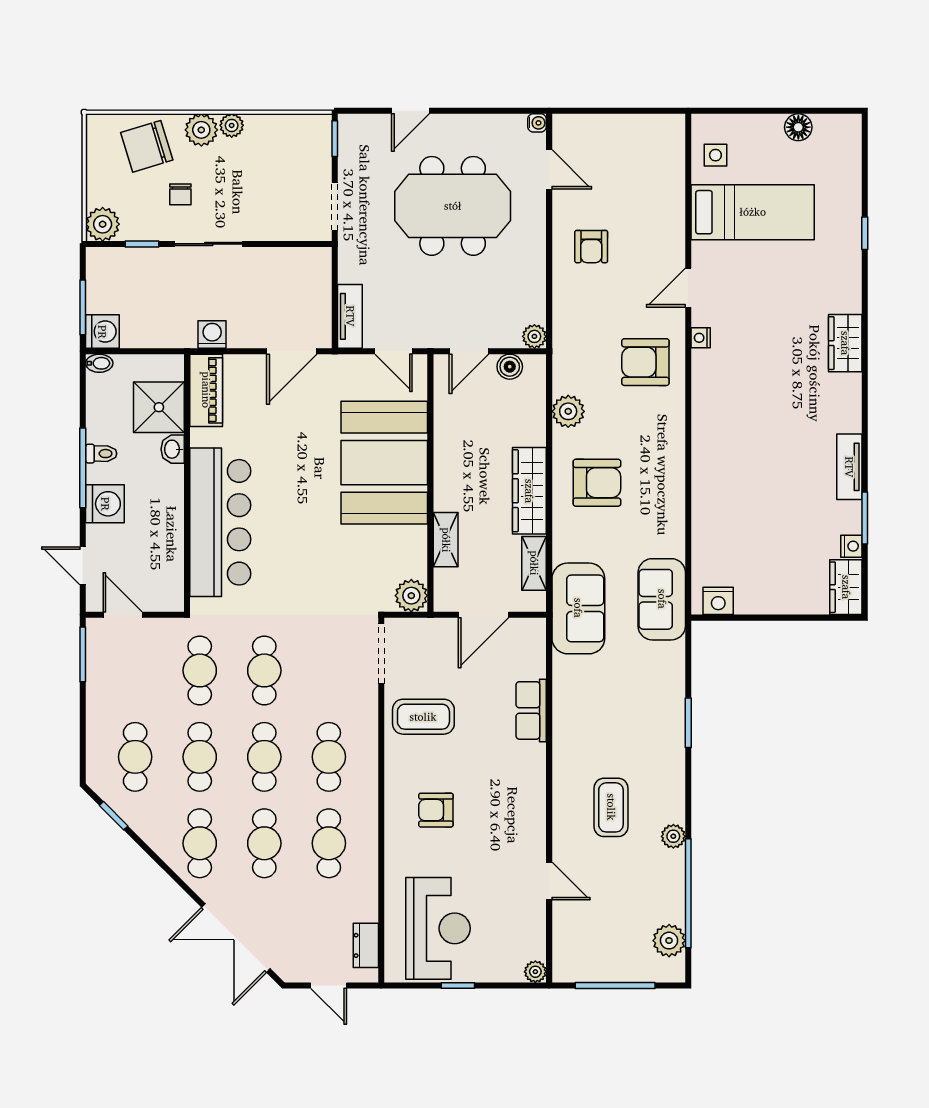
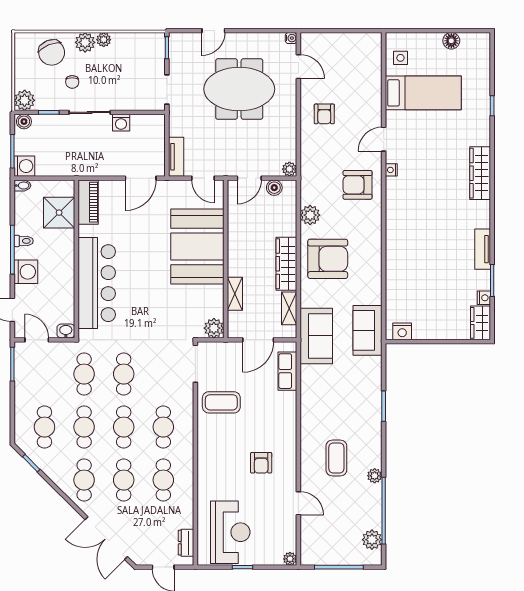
chair: (147, 146) -> (52, 52), turned -95
boiler: (102, 259) -> (24, 122), added
washing machine: (212, 334) -> (121, 123), moved, turned 180
wardrobe: (845, 343) -> (480, 173), width x1.50
washbasin: (173, 449) -> (66, 331), moved, turned 90
armchair: (597, 483) -> (328, 259), width x1.36, depth x1.36
row of seats: (531, 710) -> (287, 371), moved
armchair: (436, 810) -> (261, 463), moved, turned -90

